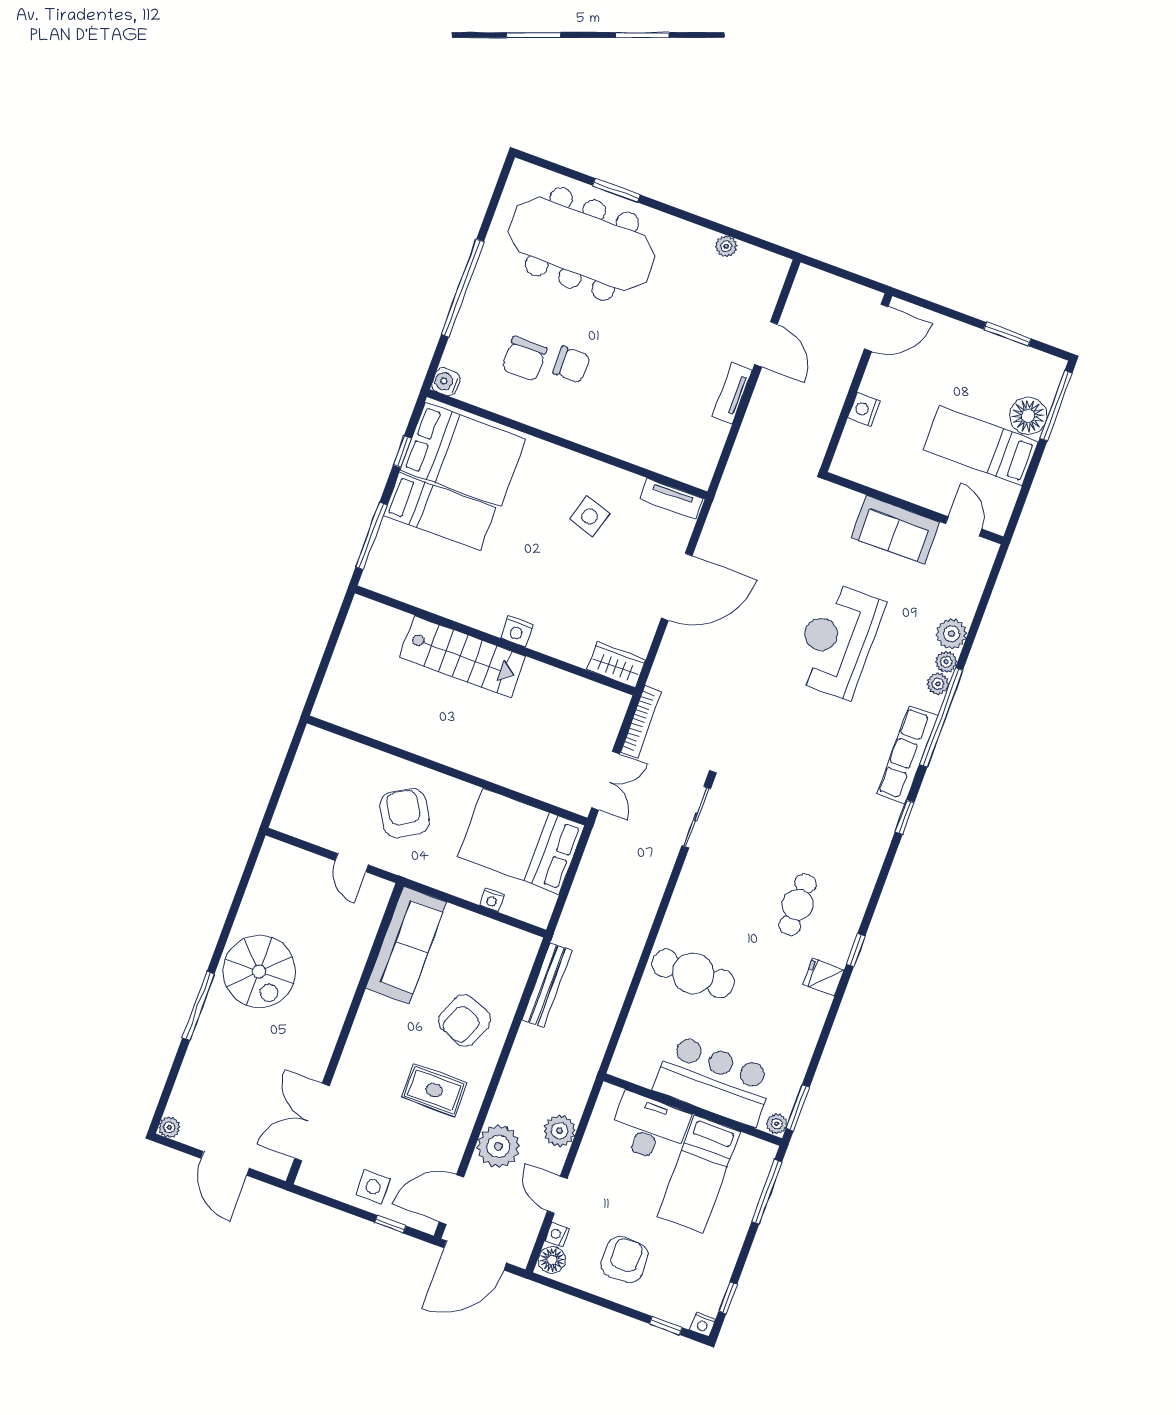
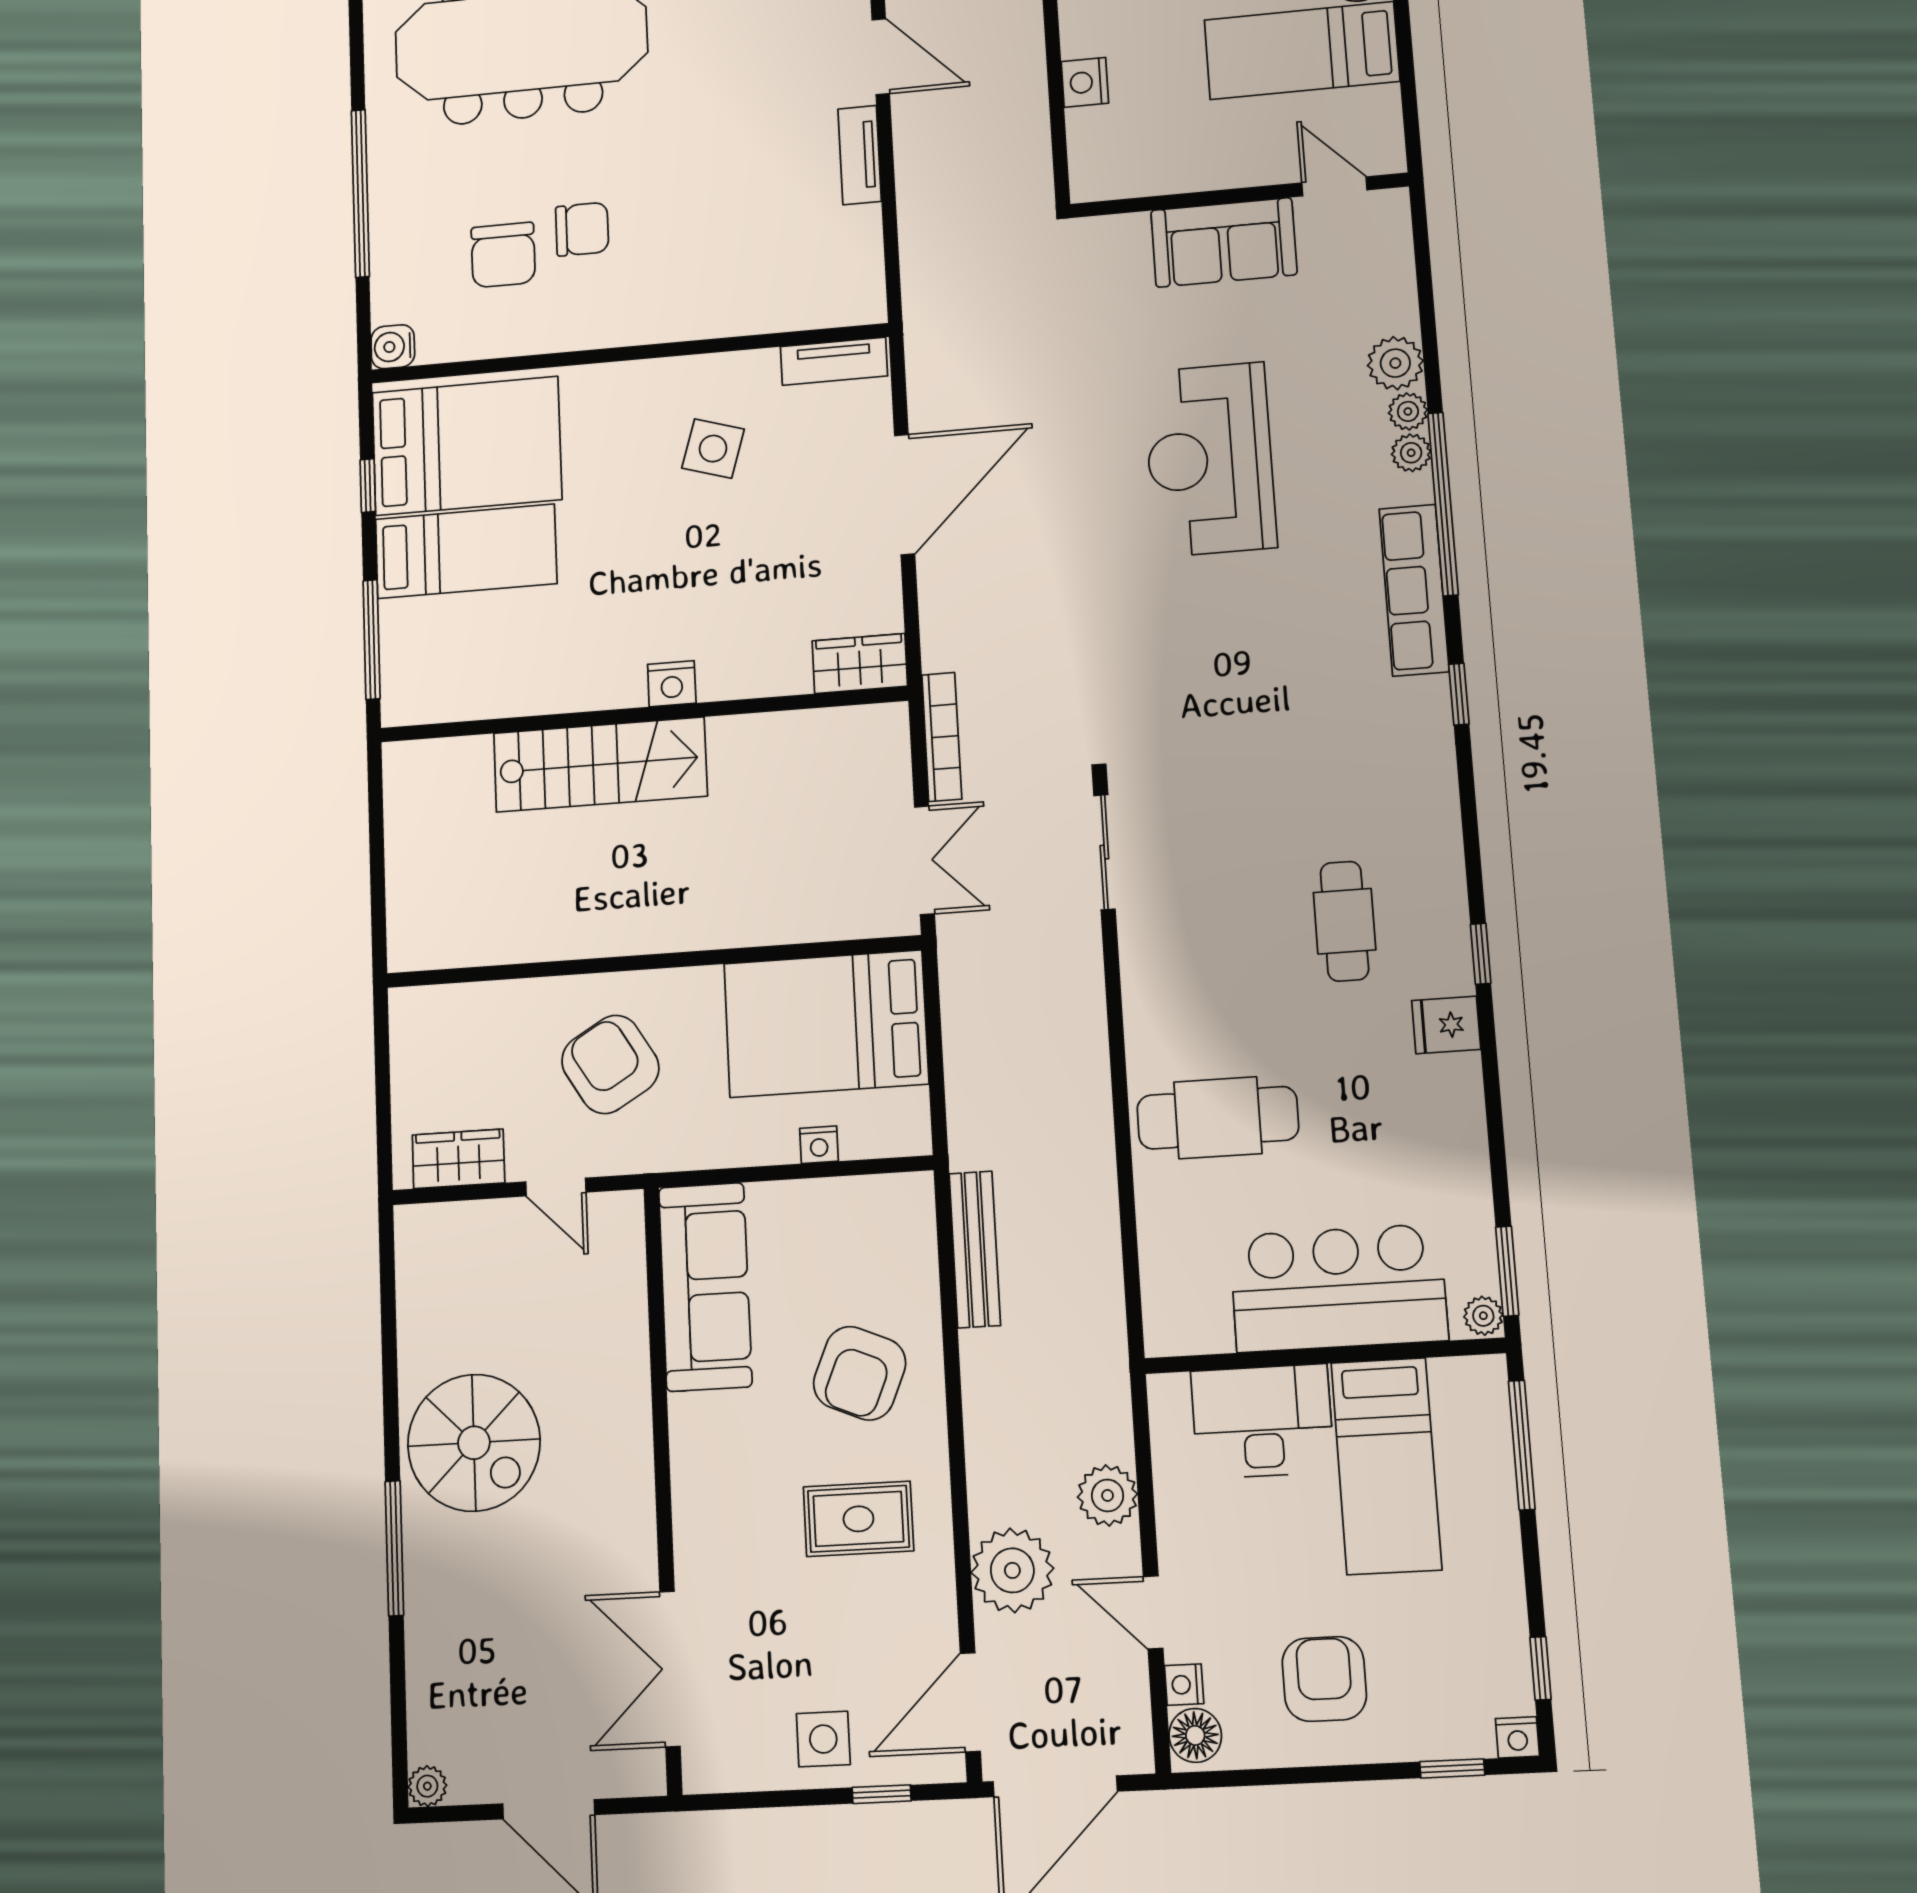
wardrobe: (308, 827) -> (458, 1159), added

